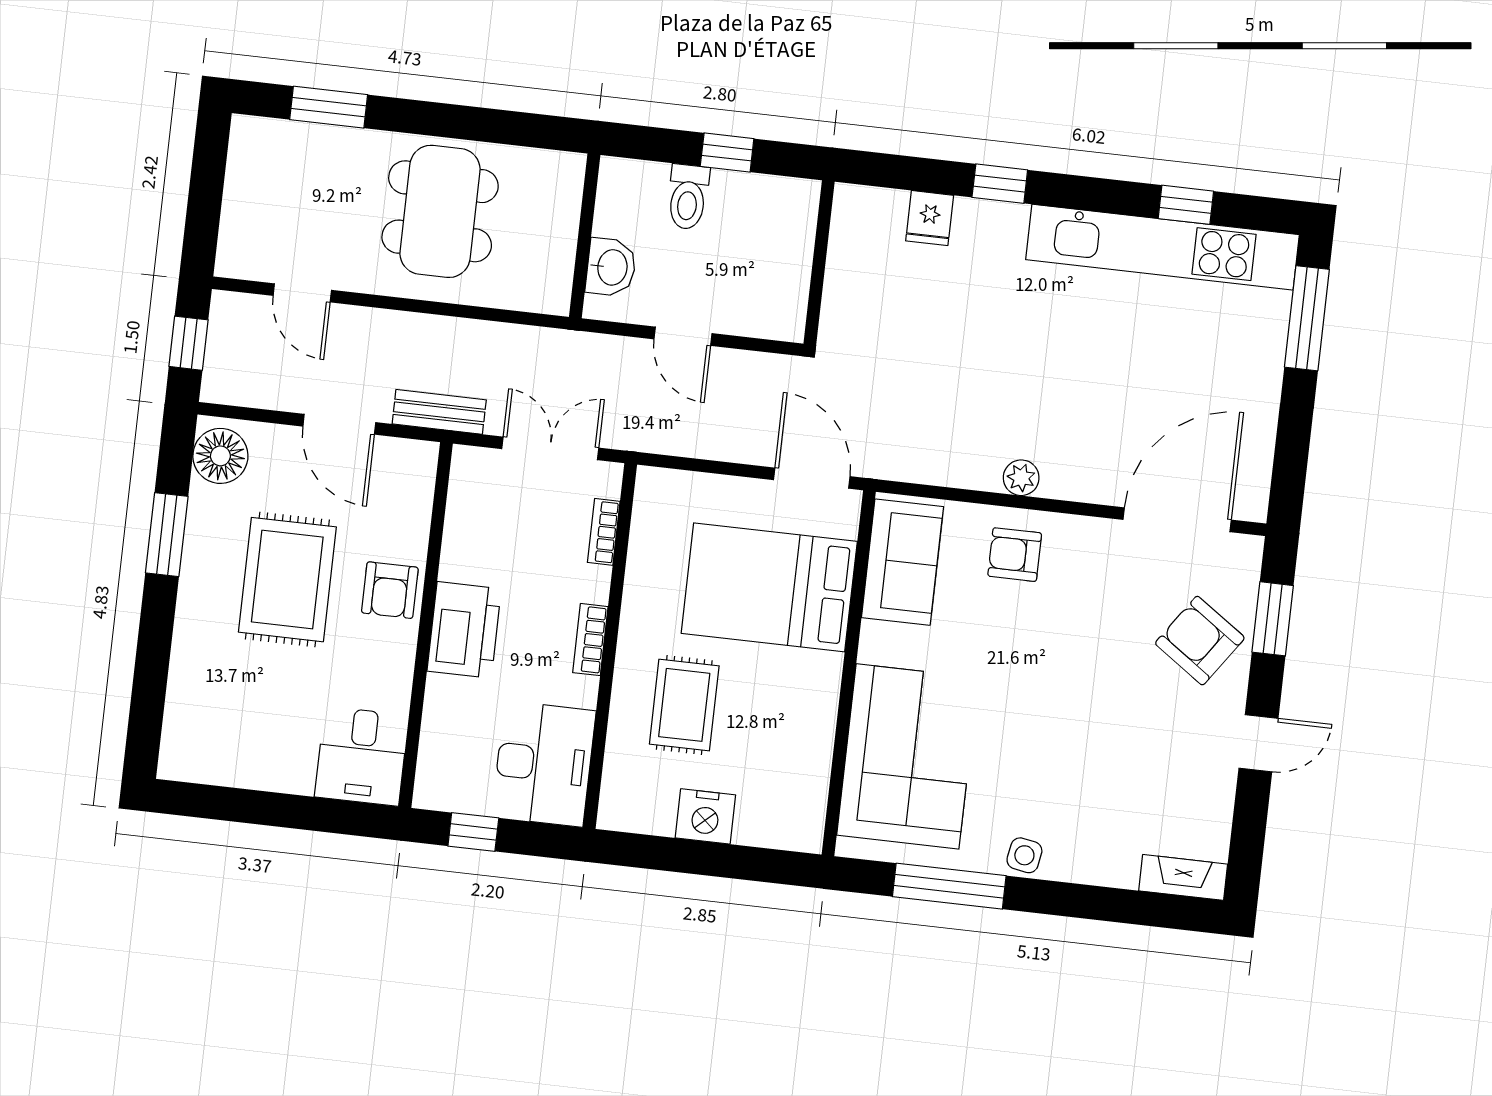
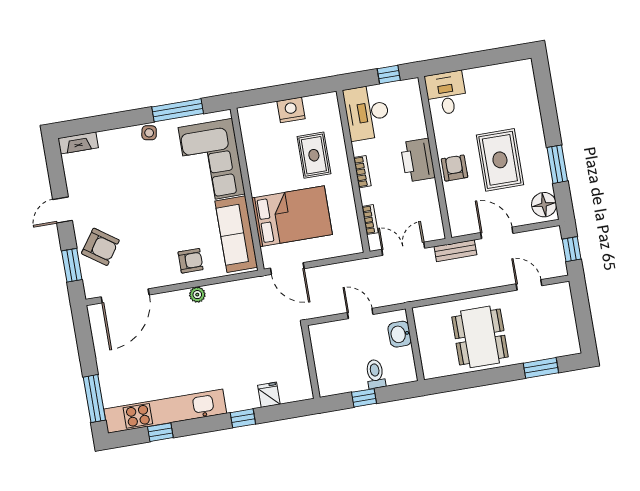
double door: (550, 448) -> (403, 249), swing flipped
sofa: (902, 562) -> (236, 234), width x1.36

